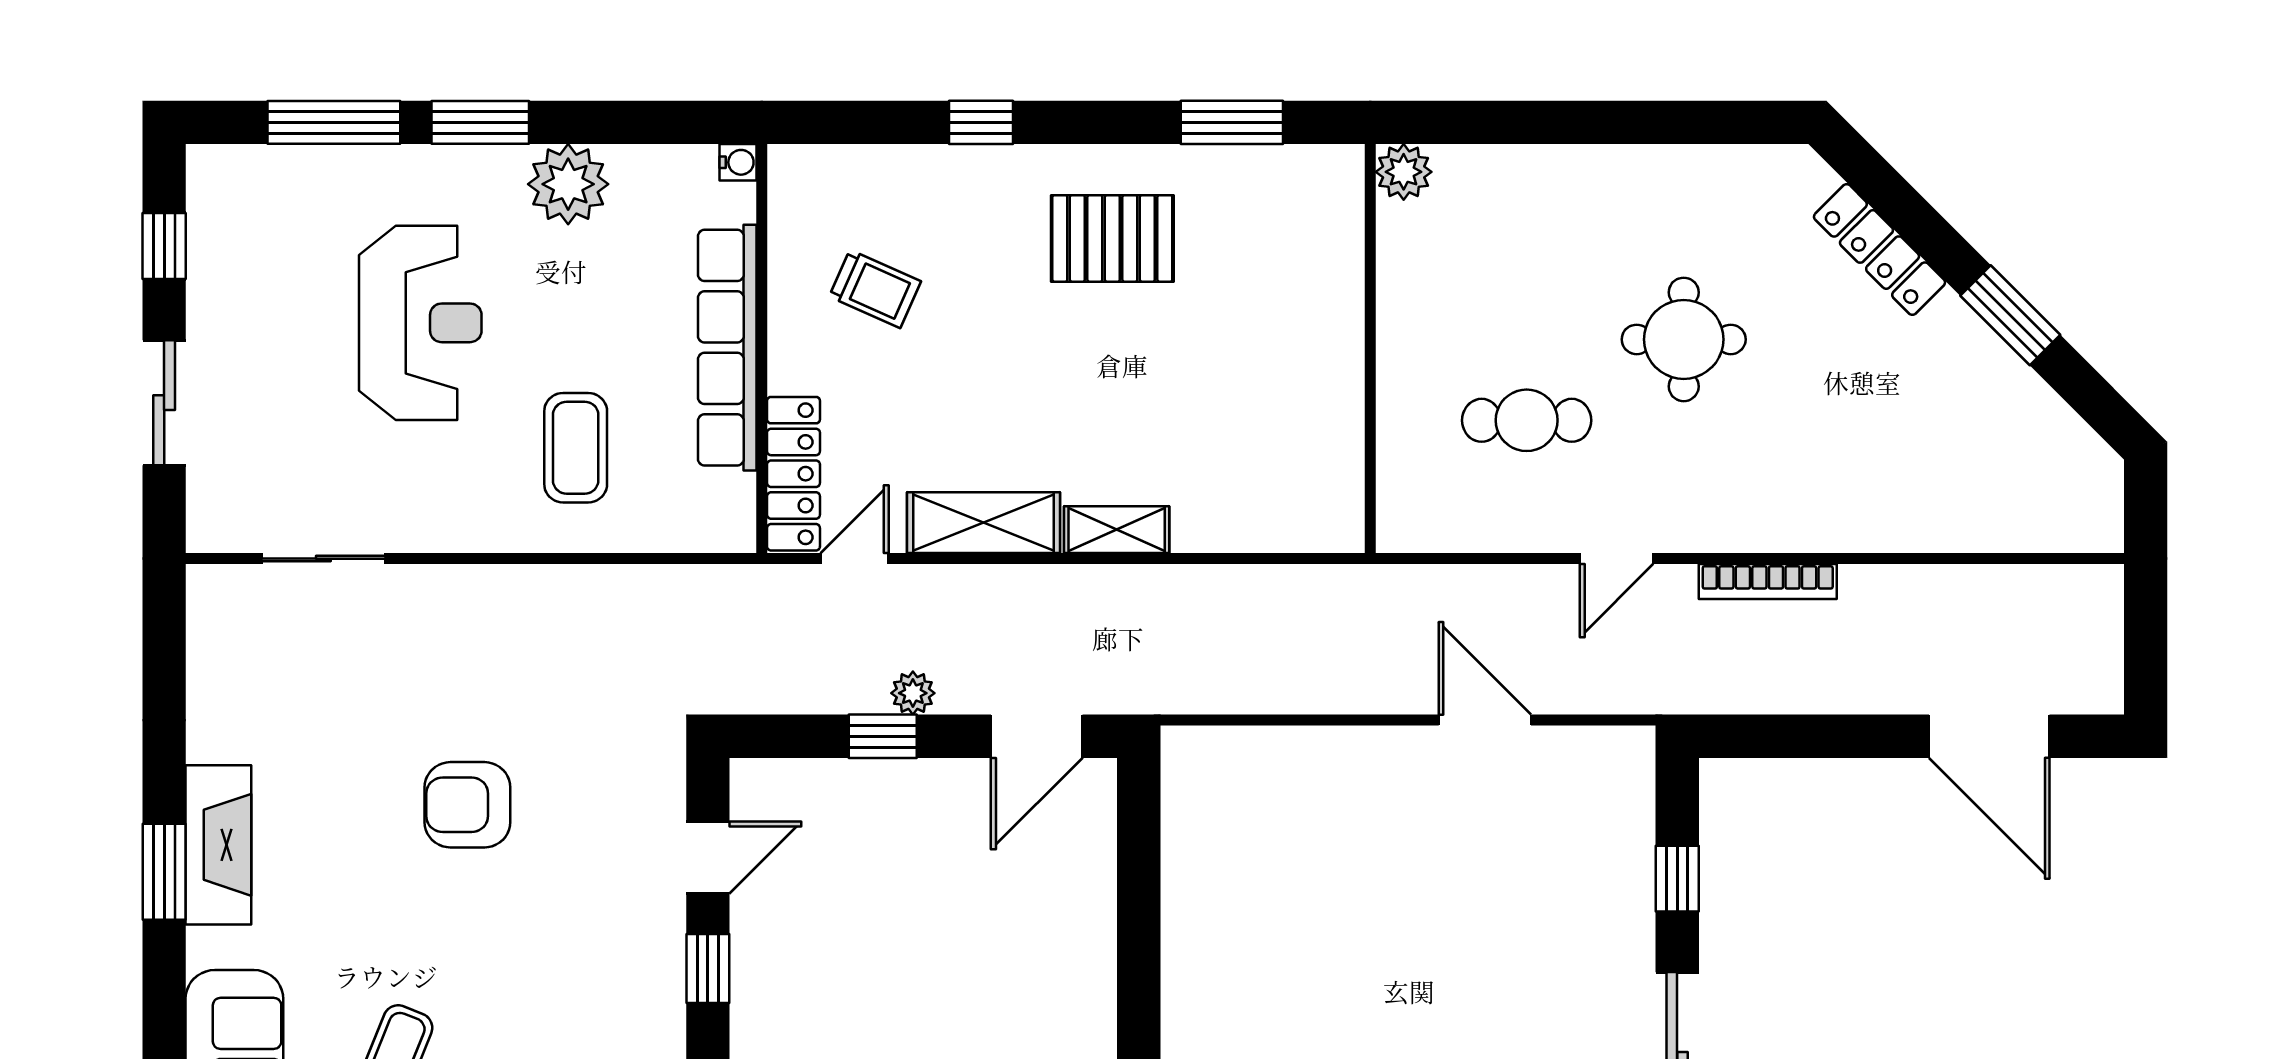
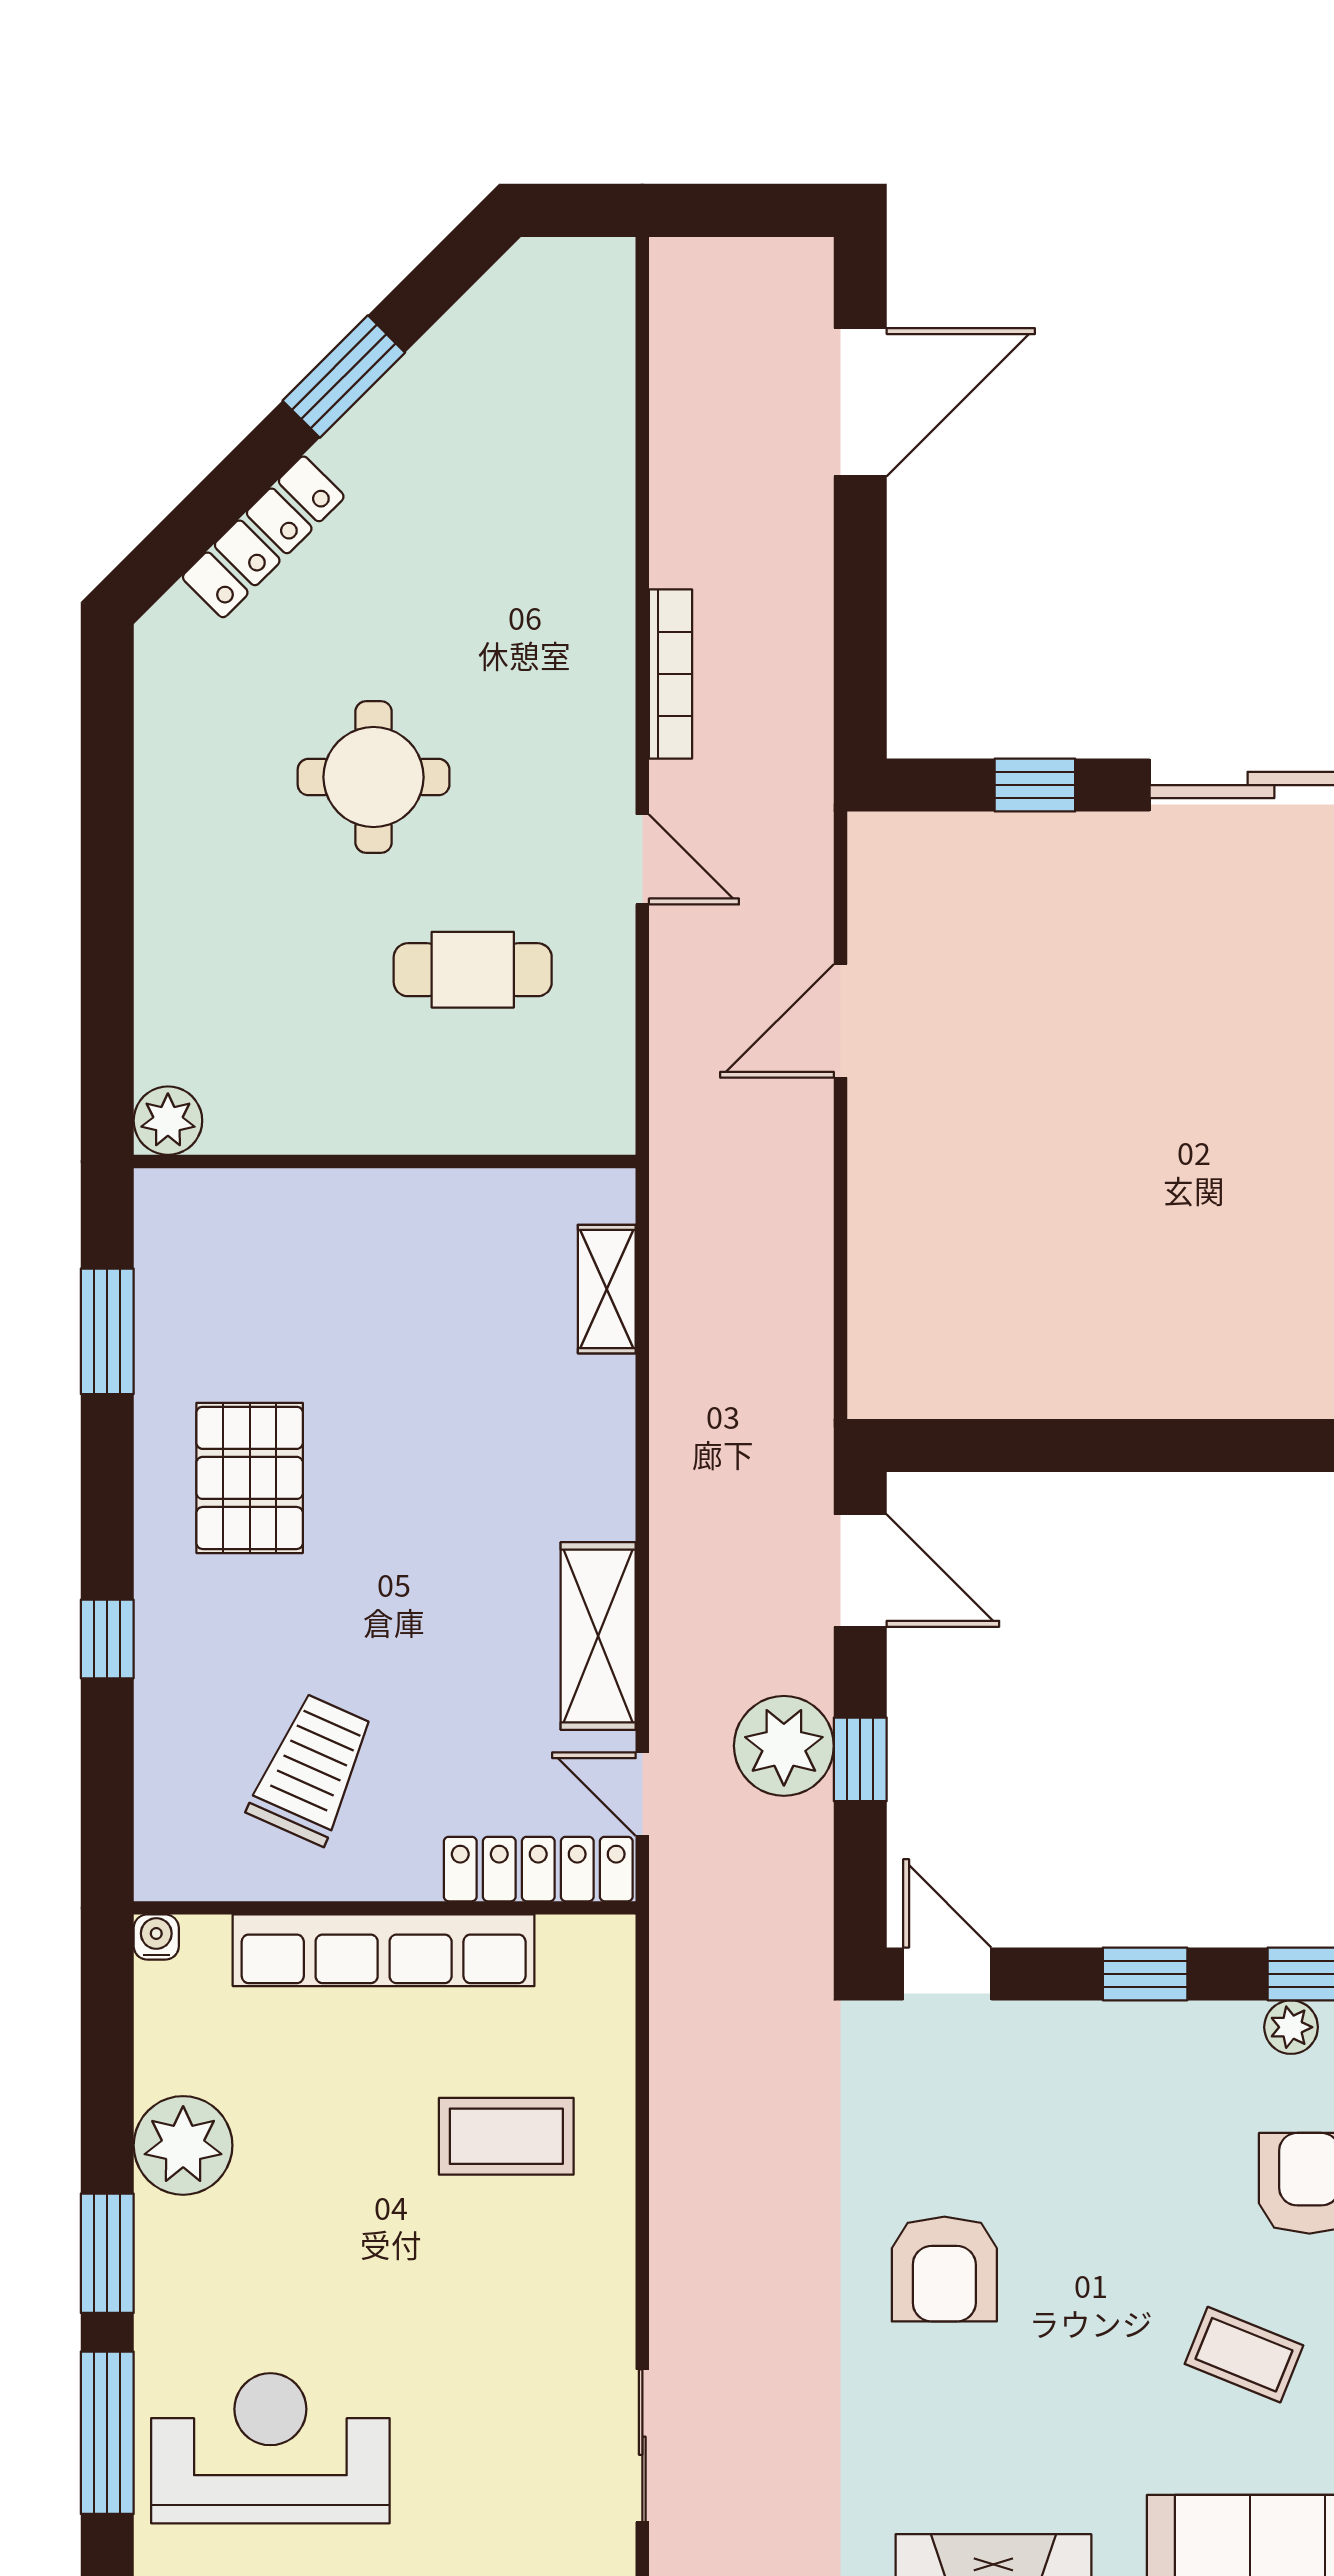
trolley: (875, 289) -> (312, 1769), width x1.36, depth x1.39
reception desk: (420, 323) -> (270, 2448), moved
cafe table: (1527, 420) -> (473, 970), turned 90
shelving: (1117, 530) -> (607, 1289), moved
plant: (913, 693) -> (784, 1746), width x1.87, depth x1.87
door: (708, 858) -> (947, 1974), moved

